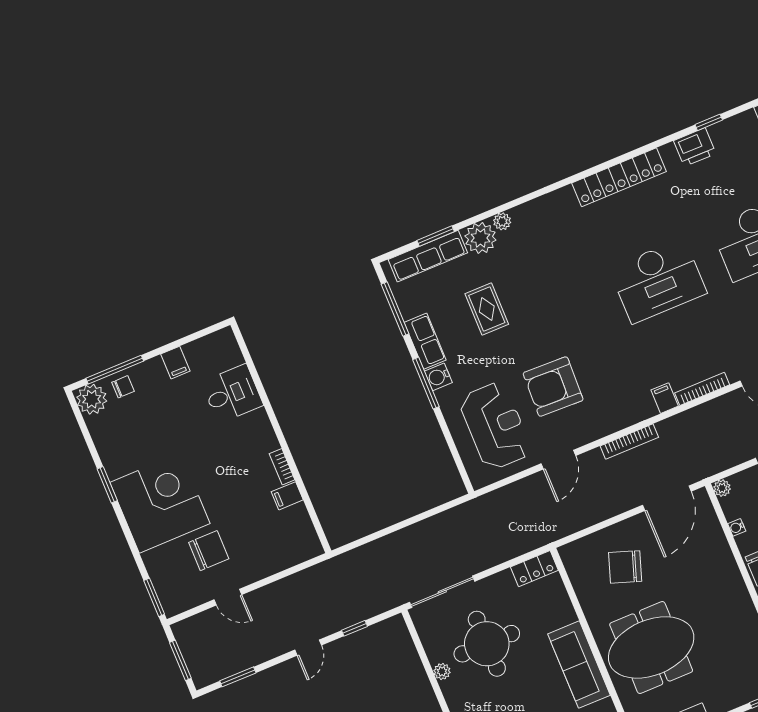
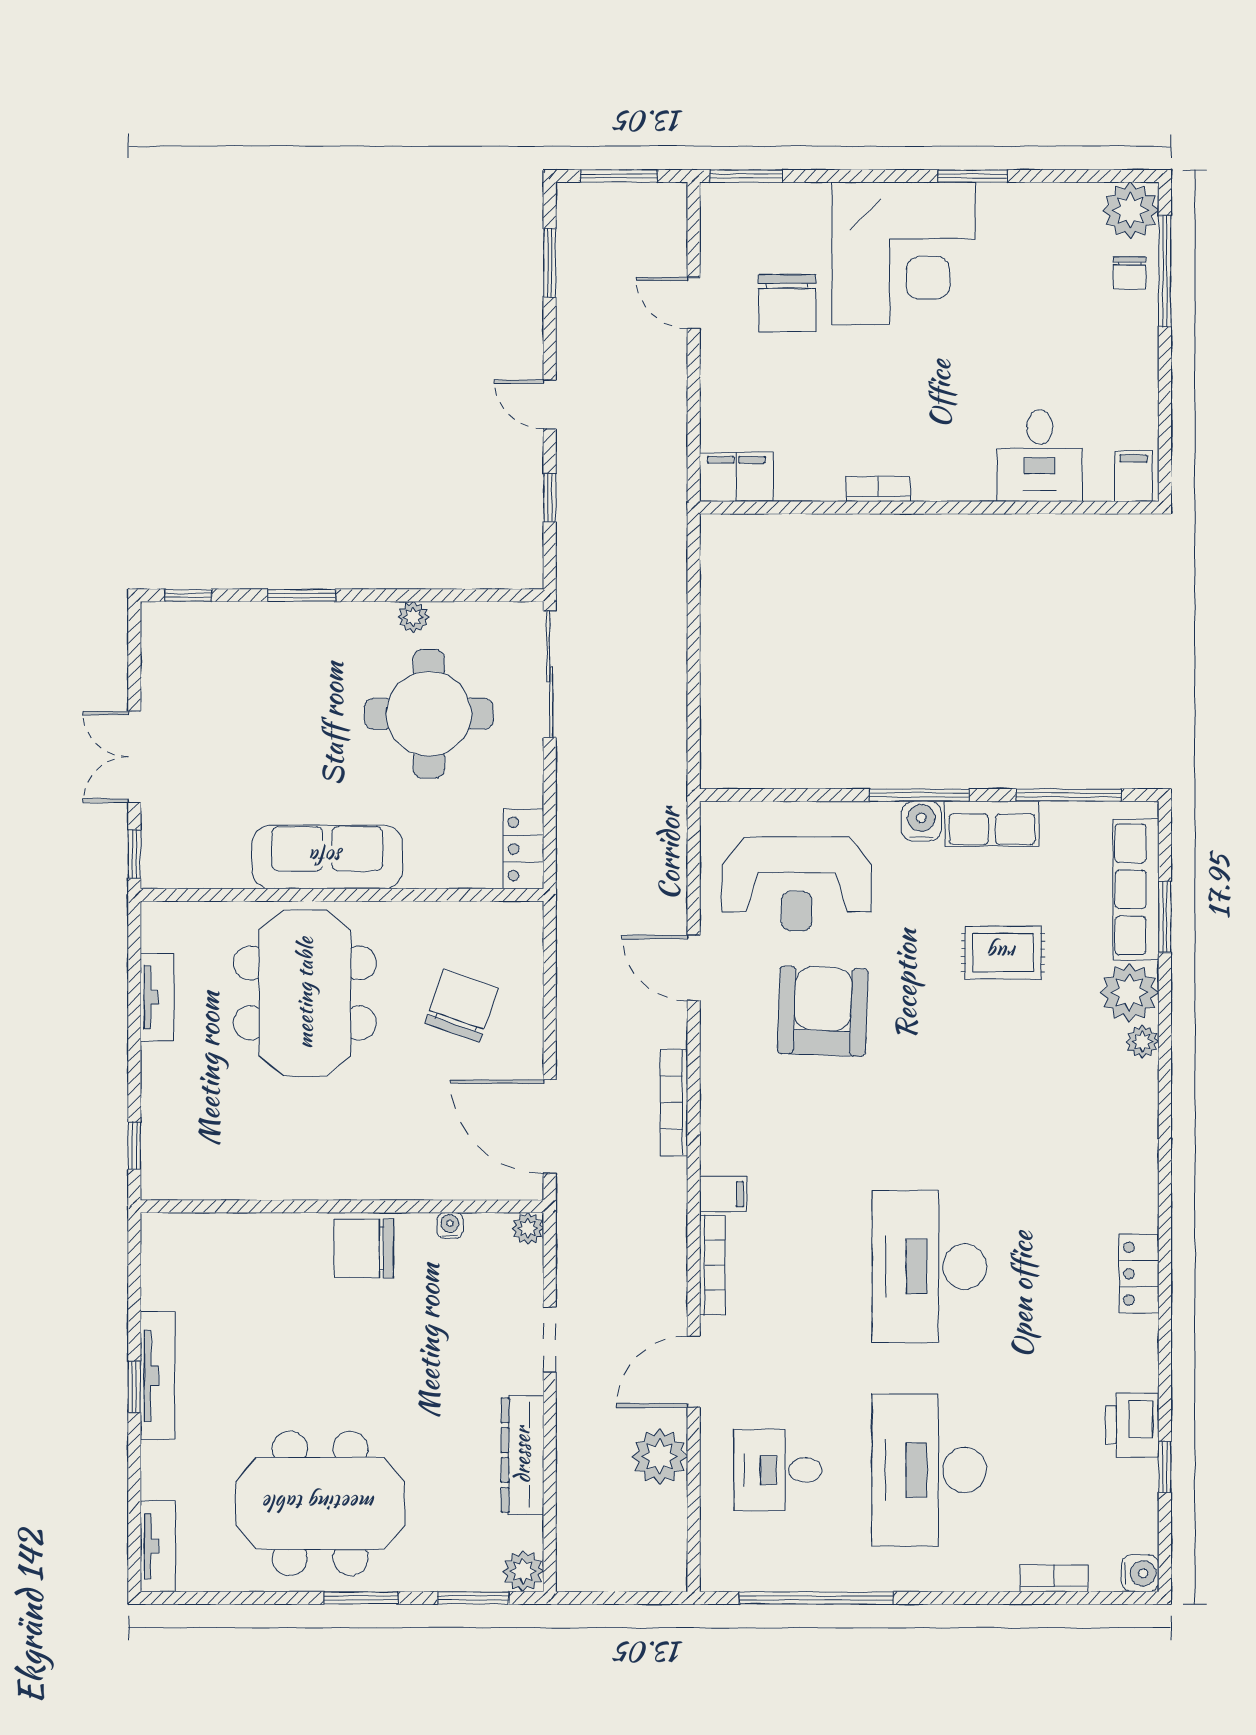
locker: (619, 177) -> (1139, 1274), width x0.46, depth x0.83
filing cabinet: (175, 363) -> (1133, 476), moved, turned 90
filing cabinet: (287, 496) -> (736, 477), moved, width x2.00
door: (228, 597) -> (694, 303), hinge flipped

